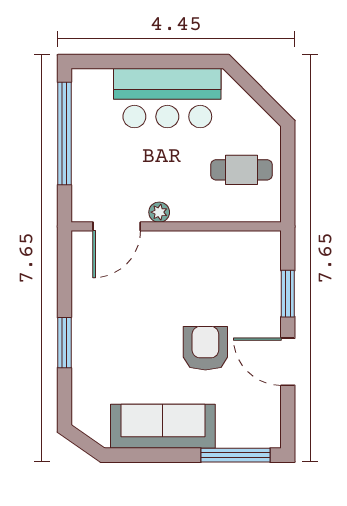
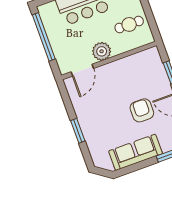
plant: (159, 212) -> (102, 51), width x1.88, depth x1.88

